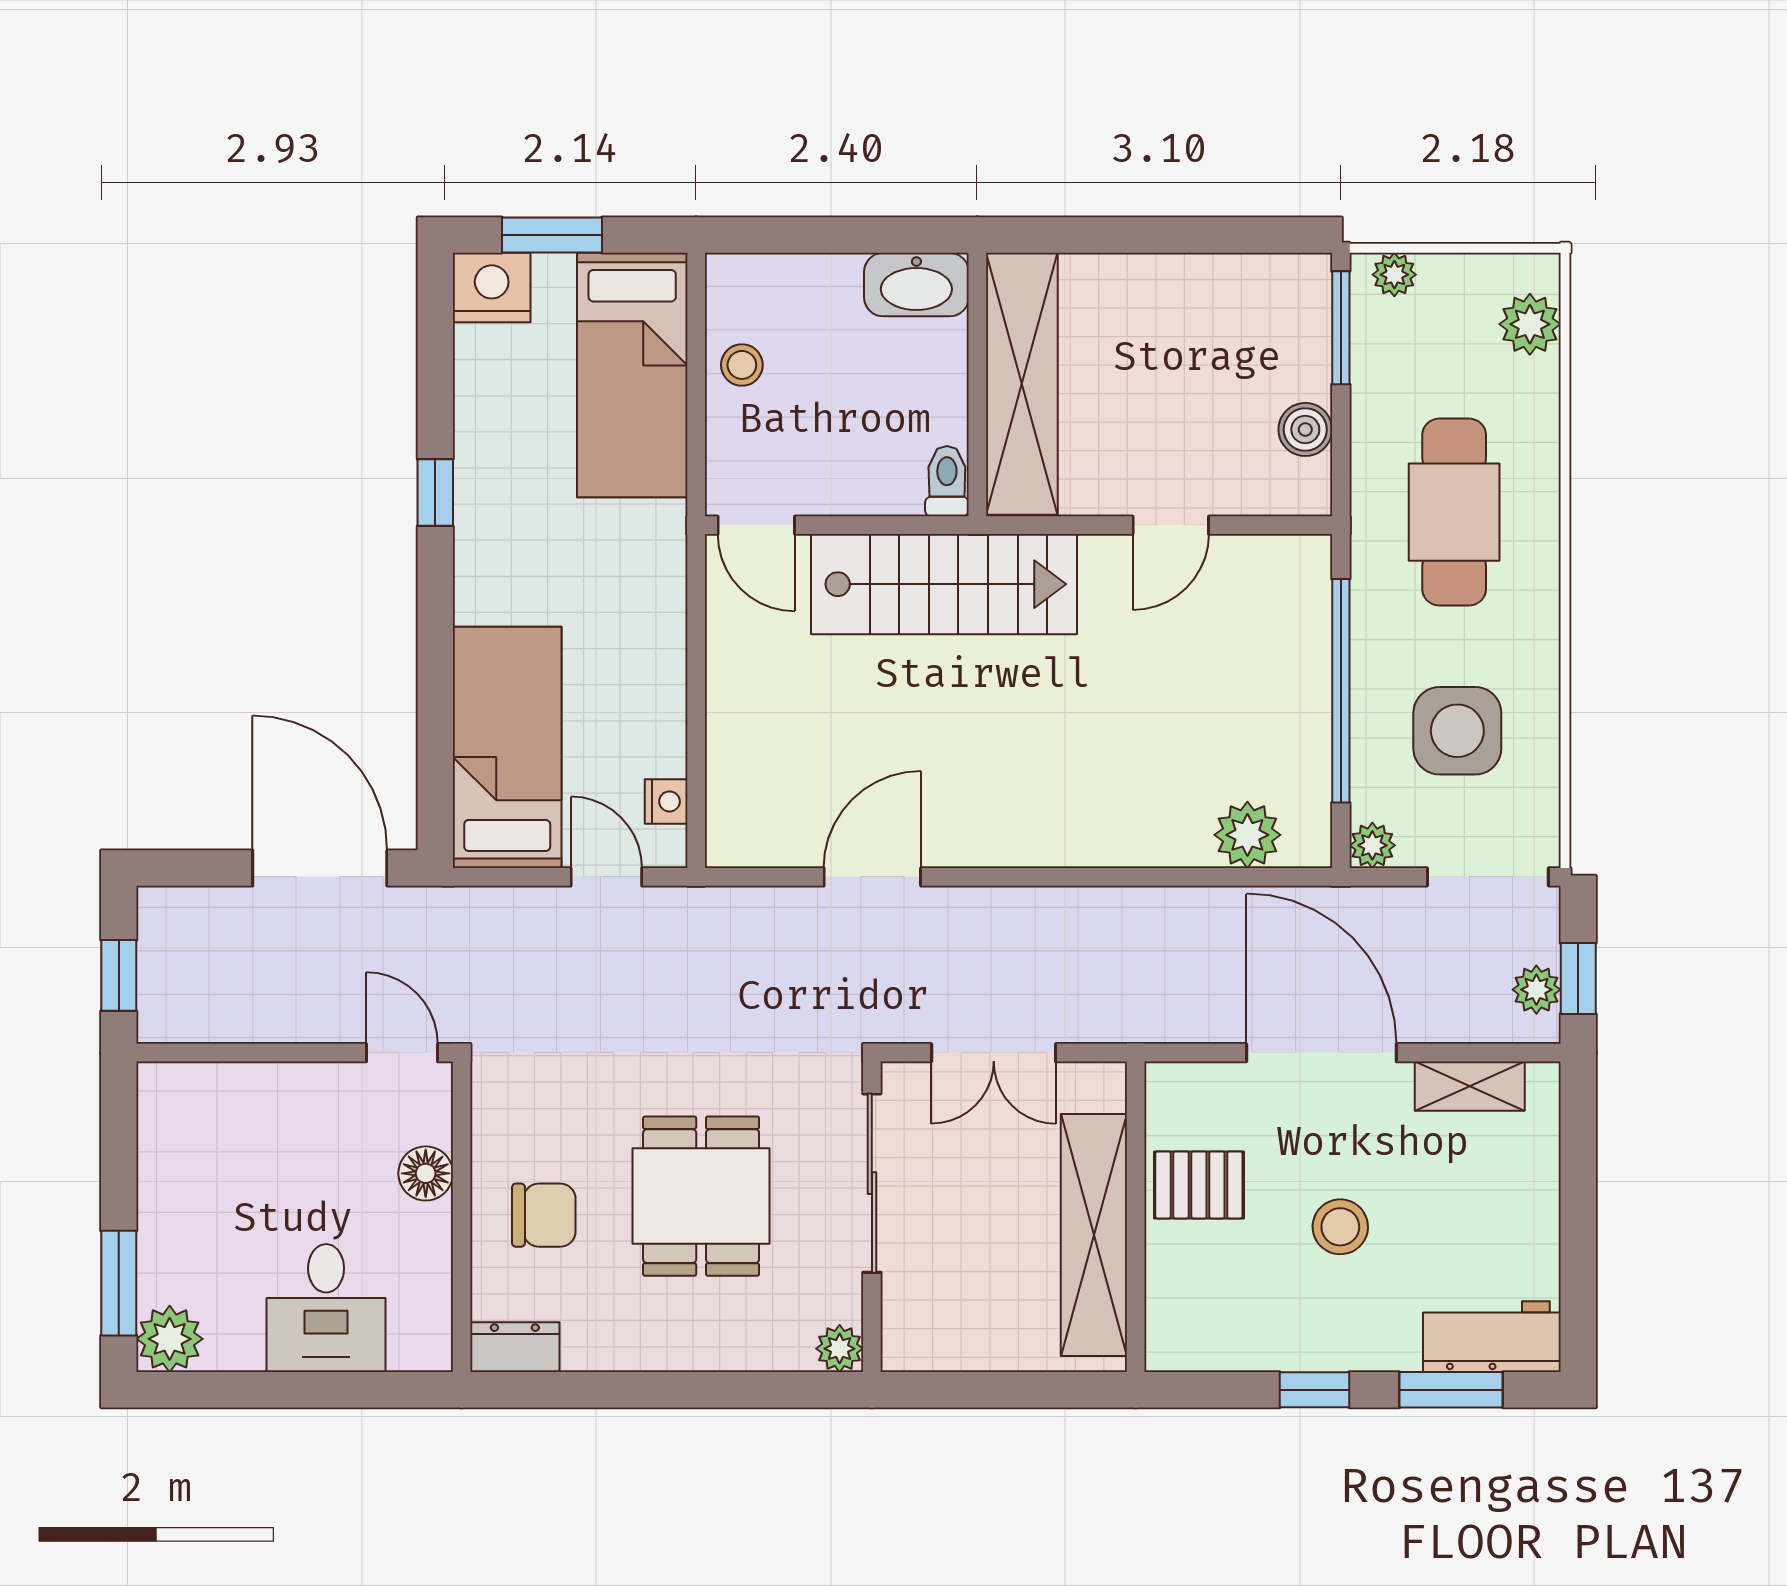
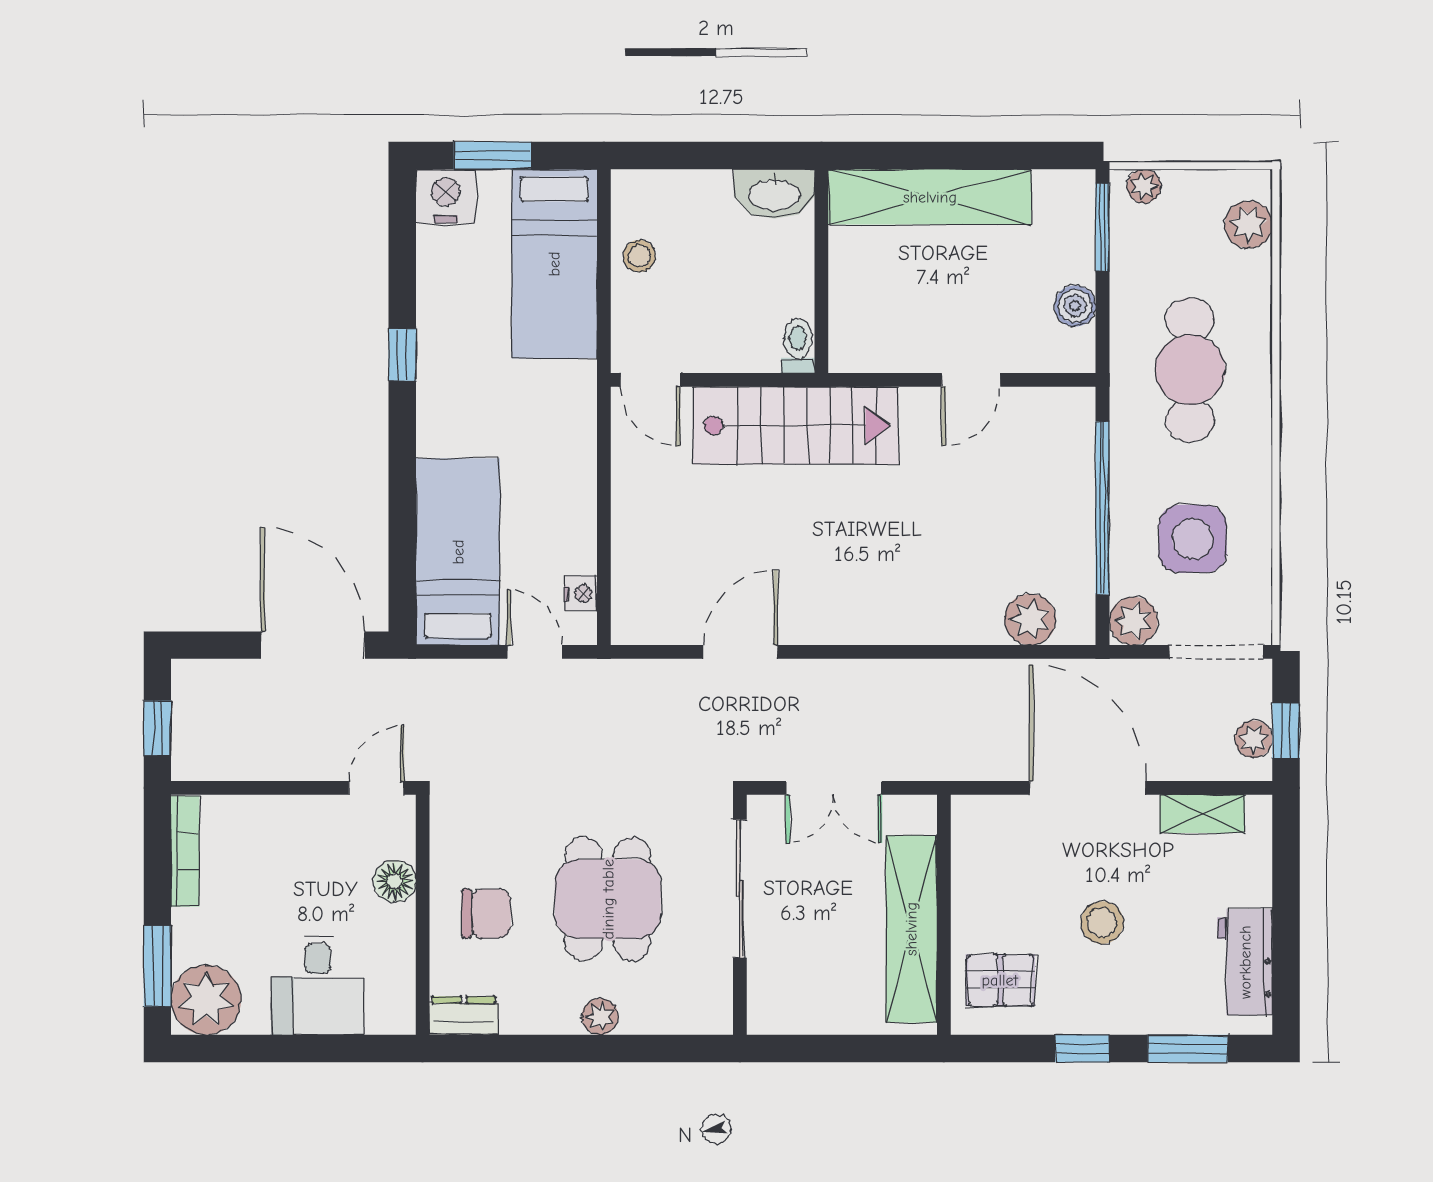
shelving: (1022, 384) -> (930, 197), moved, turned 90
plant: (1372, 845) -> (1133, 621), width x1.38, depth x1.38
door: (402, 1053) -> (376, 788), hinge flipped
bookcase: (155, 1135) -> (185, 851), added
pallet: (1199, 1185) -> (1000, 980), moved
workbench: (1492, 1337) -> (1245, 962), moved, turned -90
plant: (170, 1339) -> (206, 1000), width x1.36, depth x1.36
plant: (840, 1349) -> (600, 1017), moved

